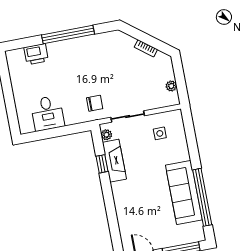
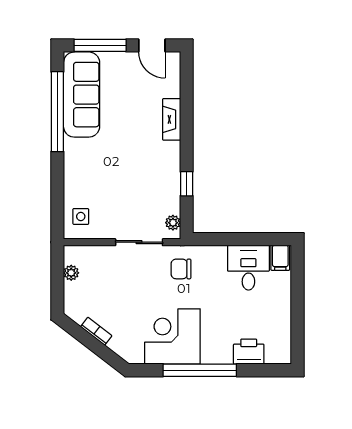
corner desk: (92, 55) -> (172, 337), added
filing cabinet: (26, 124) -> (280, 258), added
side table: (160, 133) -> (81, 216), moved
fireplace: (114, 161) -> (172, 119), moved, width x0.73, depth x0.76
sofa: (184, 192) -> (82, 95), moved

